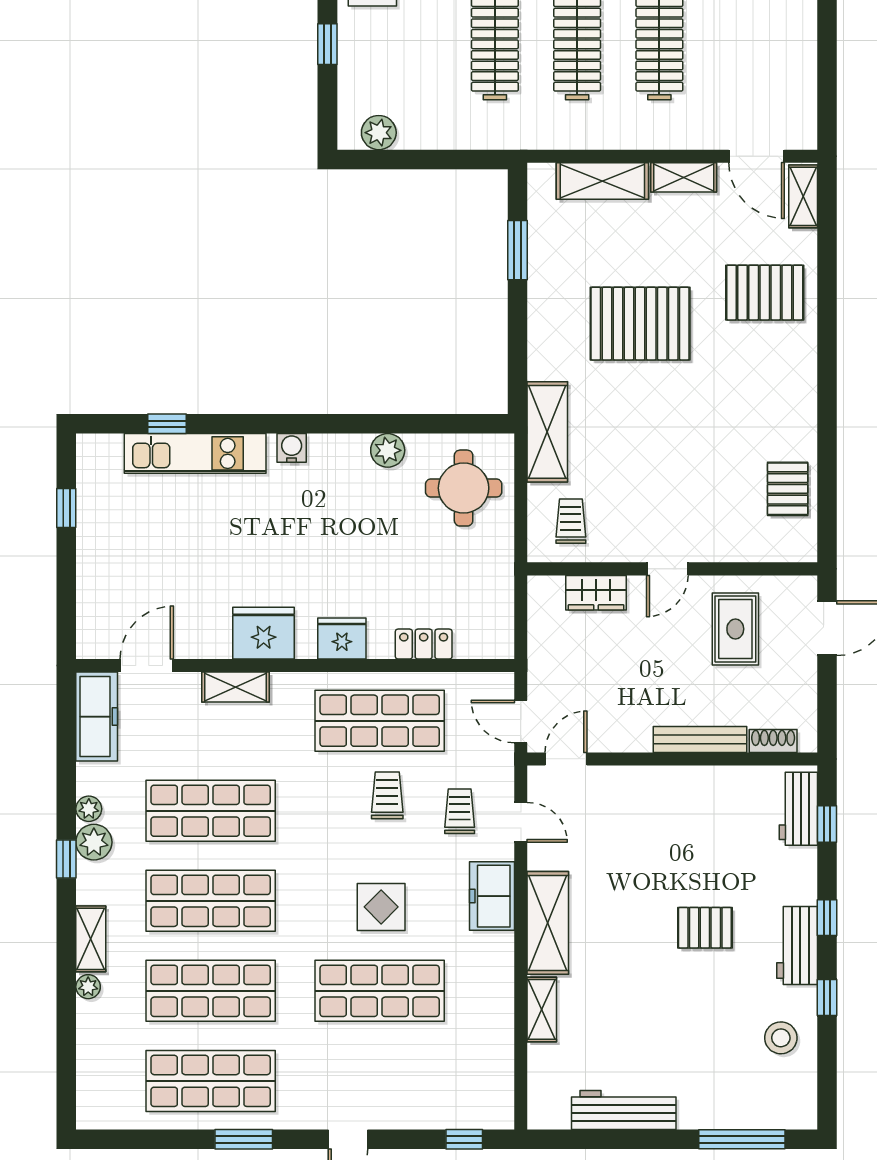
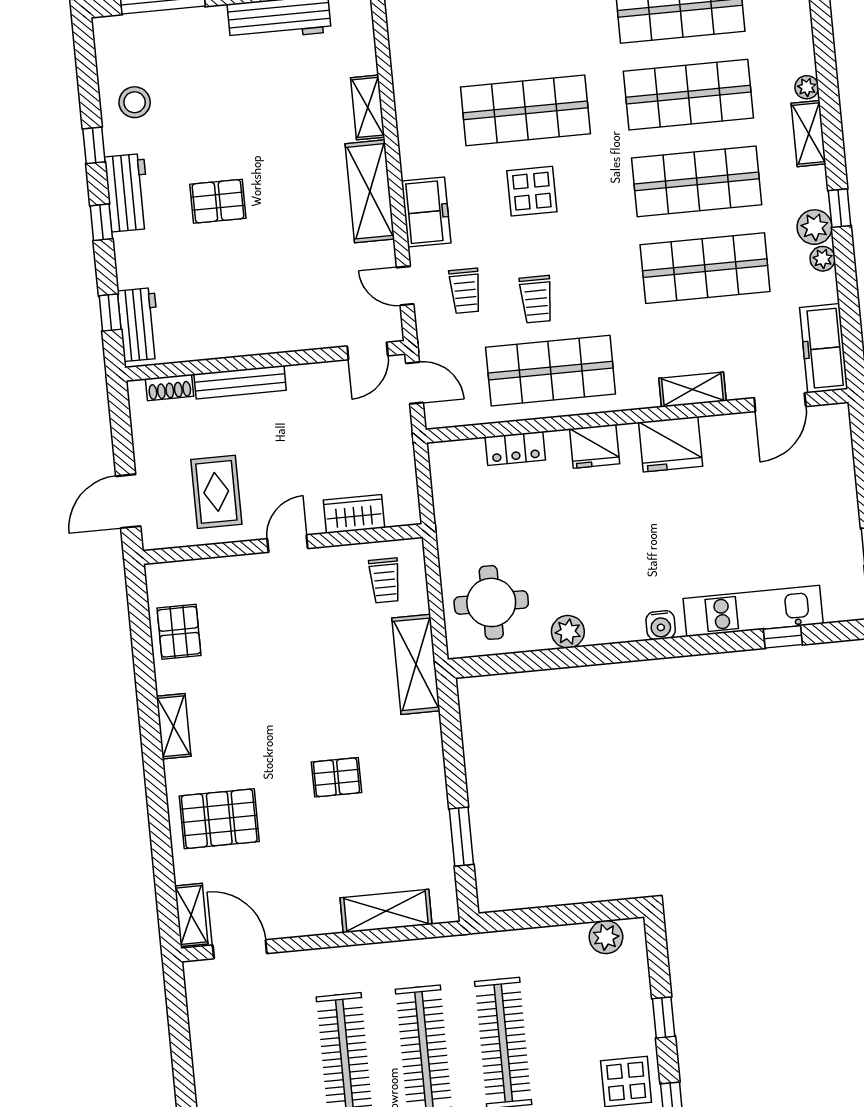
shelving: (684, 177) -> (174, 726), moved, turned 90
pallet: (640, 324) -> (336, 777), width x0.49, depth x0.50

